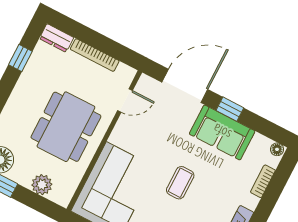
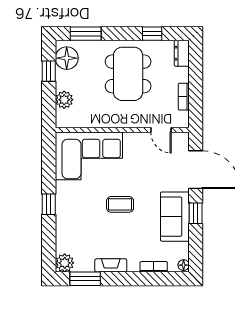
bookcase: (95, 55) -> (184, 97), width x0.64
dining table: (66, 127) -> (128, 74), moved, turned 90

